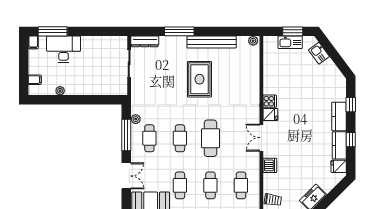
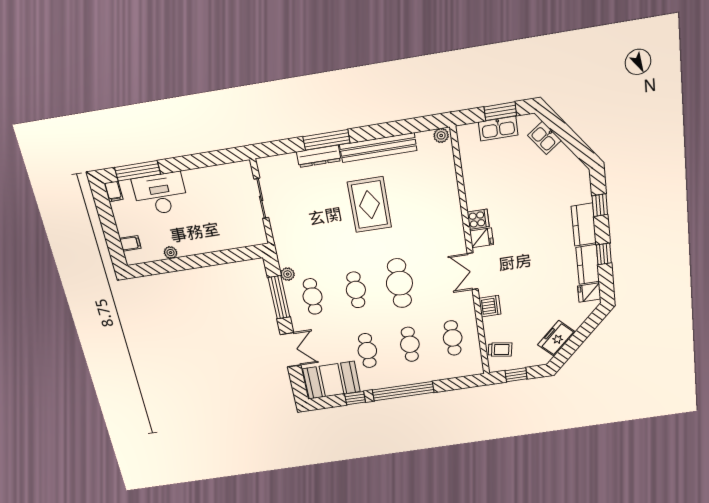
dresser: (145, 41) -> (319, 156), moved

